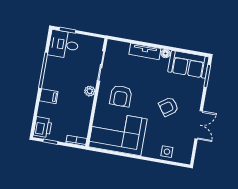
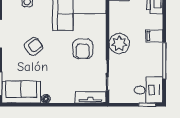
tv unit: (145, 51) -> (90, 97), moved
plant: (90, 91) -> (119, 44), width x1.87, depth x1.87
armchair: (121, 96) -> (83, 49), turned 180

